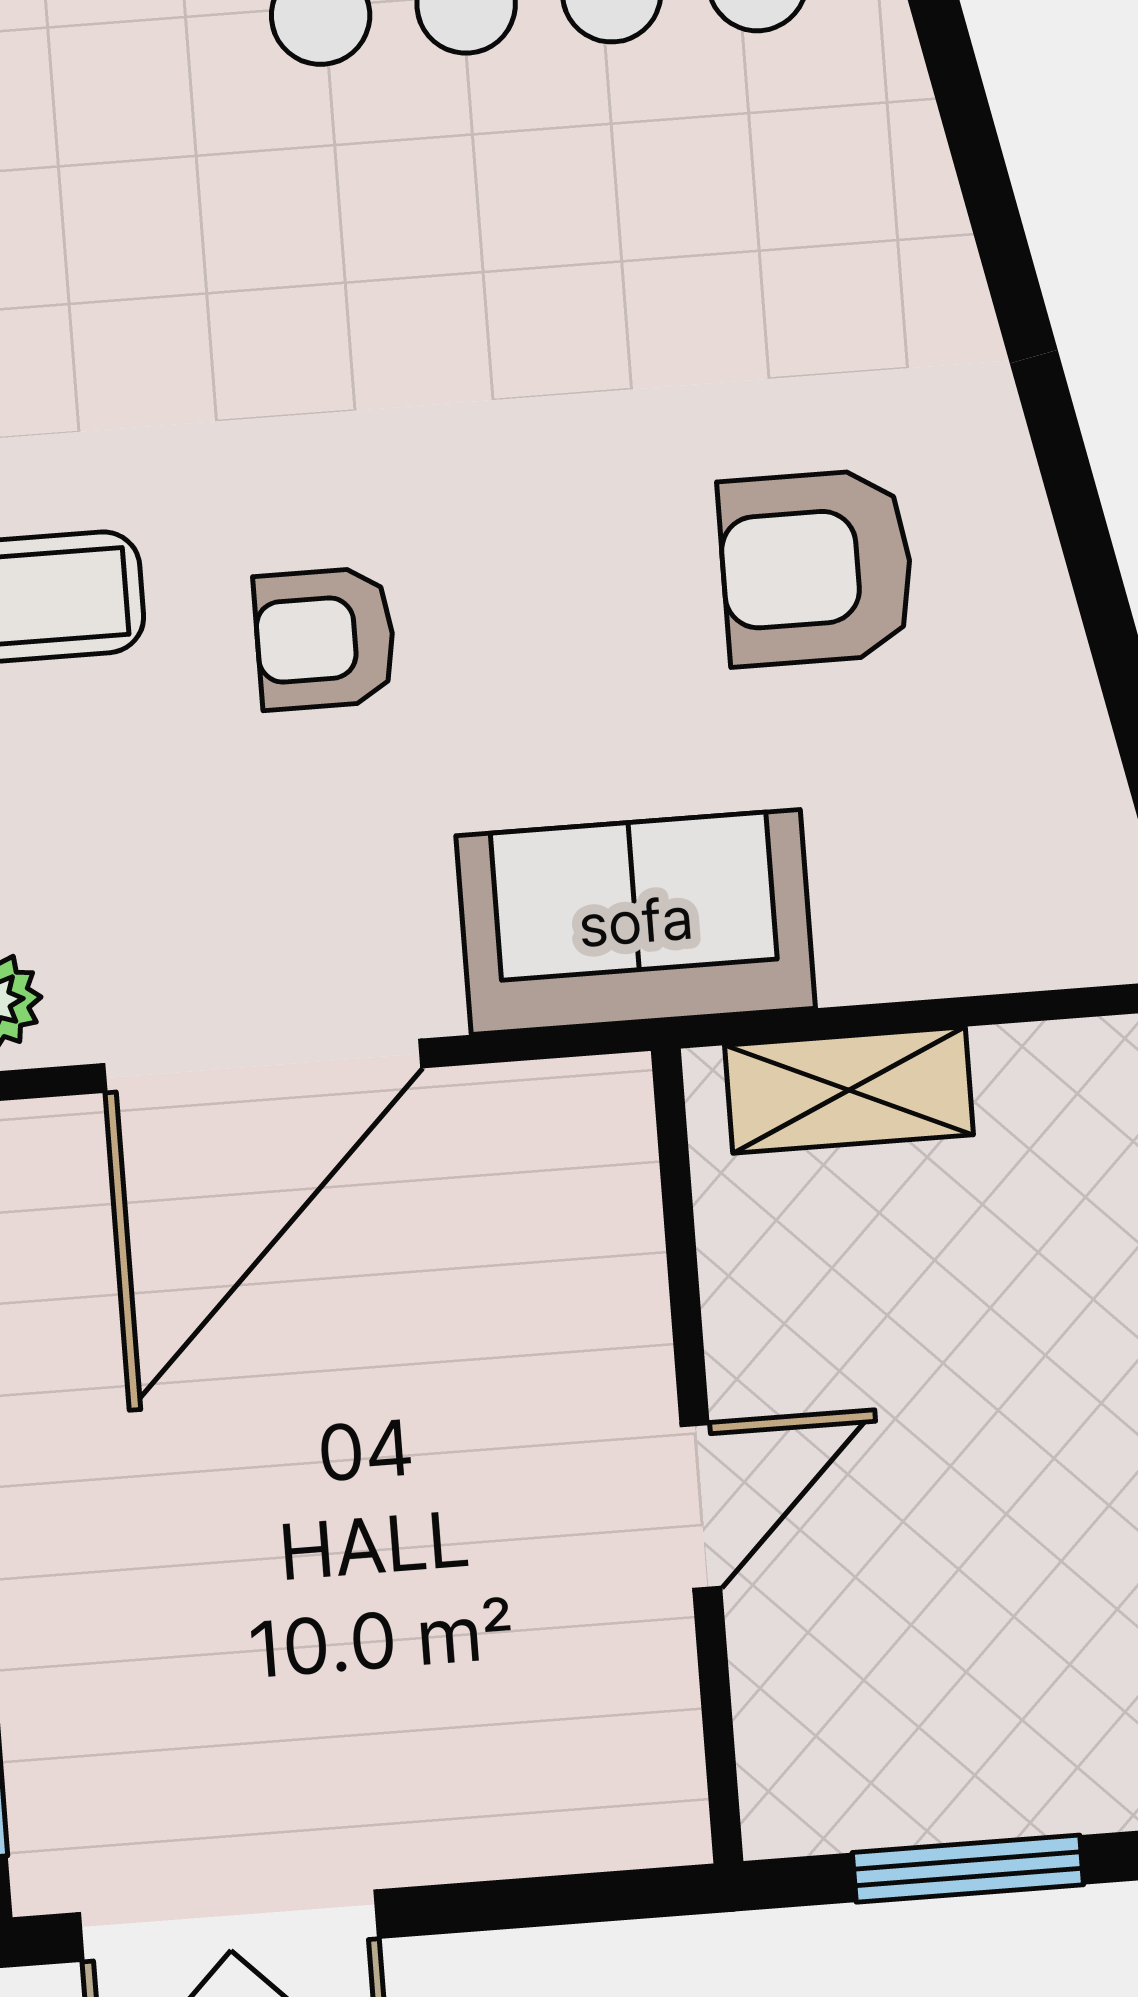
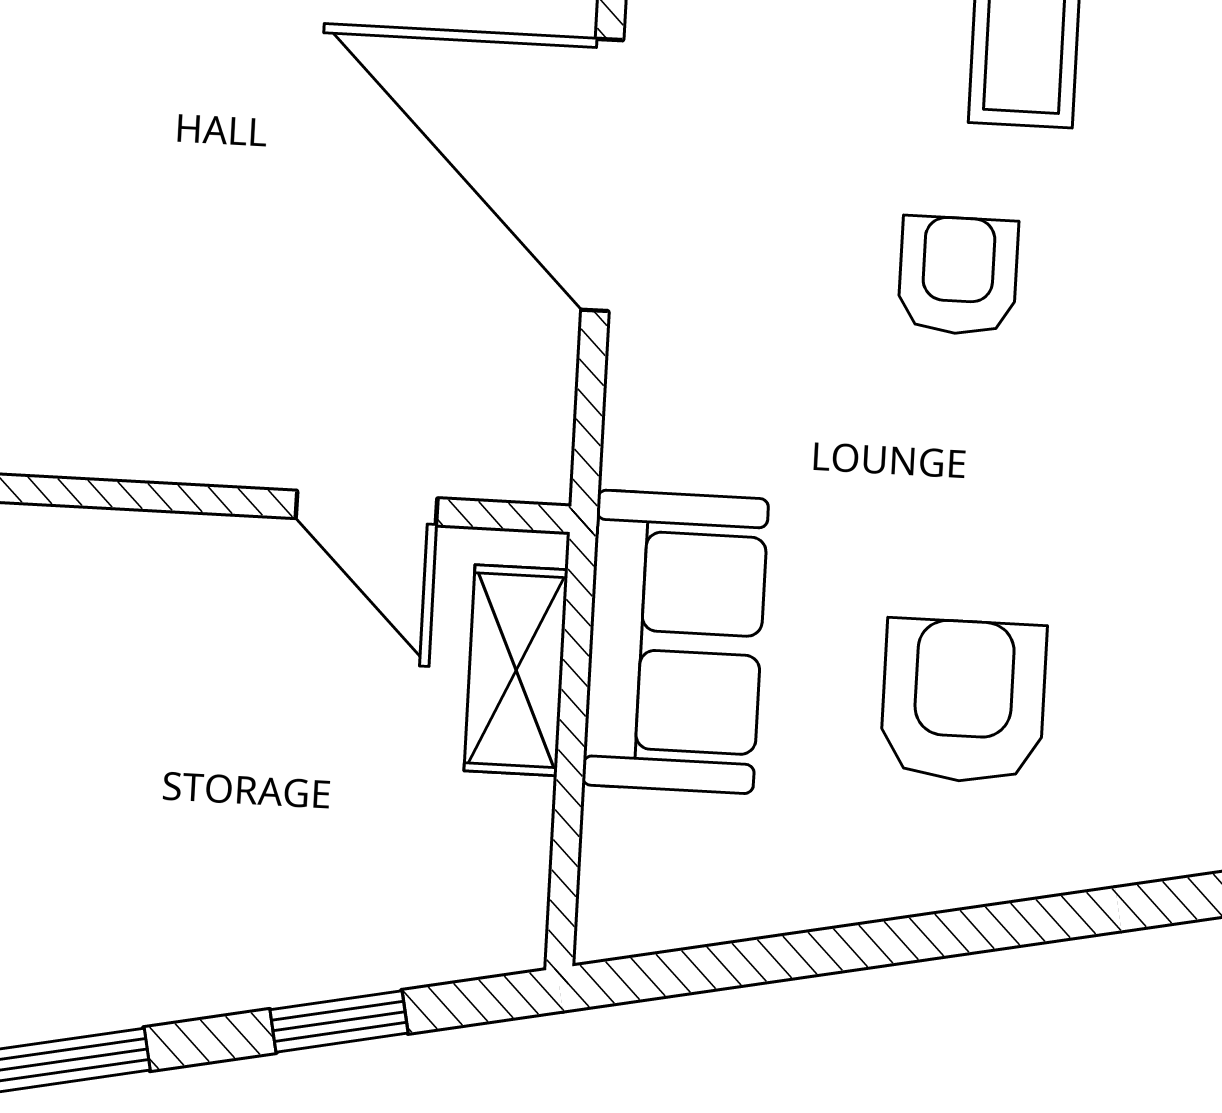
sofa: (636, 922) -> (675, 642), moved
door: (701, 1506) -> (367, 508), moved

